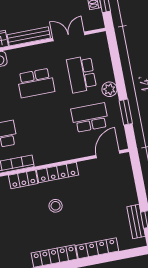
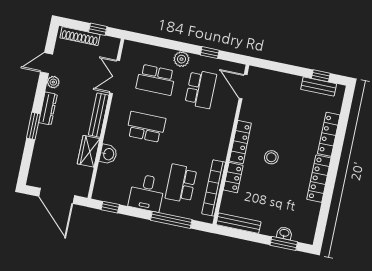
school desk: (36, 83) -> (146, 127), turned -90
window: (126, 112) -> (210, 53), width x0.67
school desk: (90, 118) -> (201, 89), turned 180

